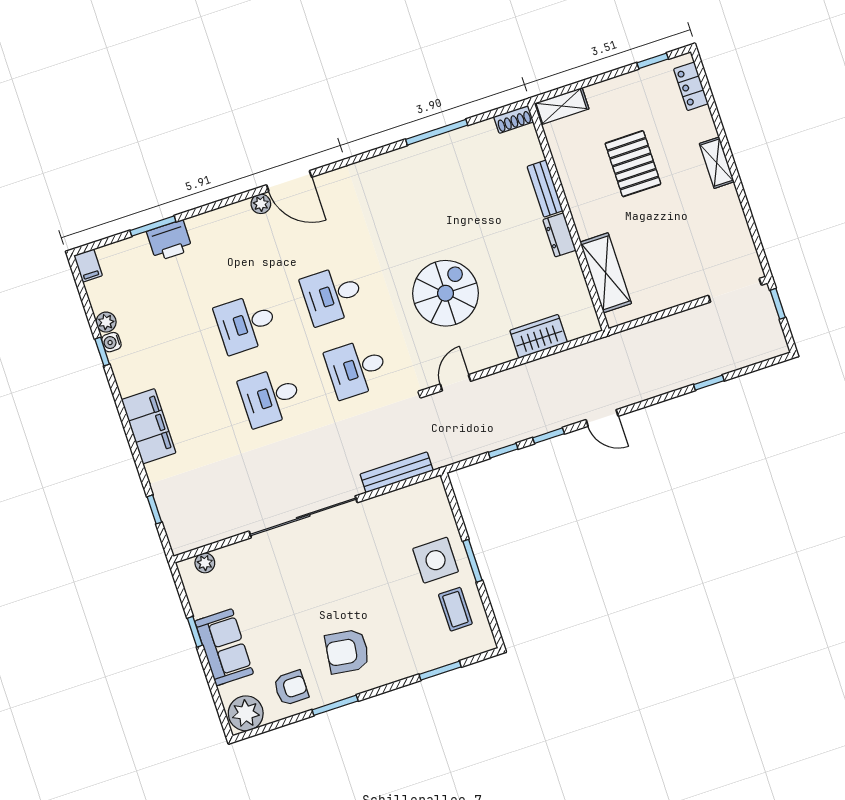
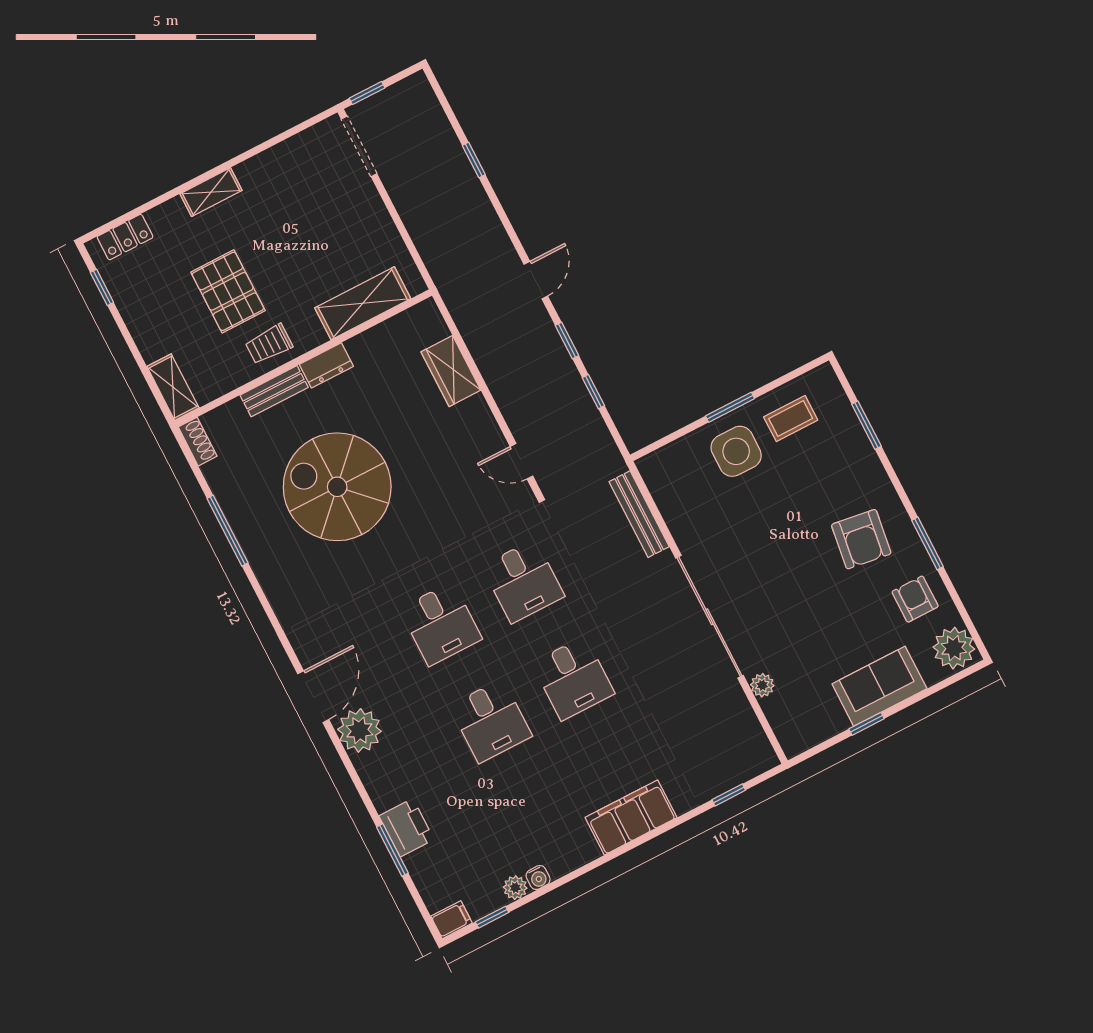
pallet: (633, 164) -> (228, 291), turned 90
trolley: (584, 191) -> (269, 344), added
plant: (261, 204) -> (359, 730), width x1.88, depth x1.88
spiral stairs: (446, 293) -> (337, 487), moved, width x1.37, depth x1.37
window: (102, 352) -> (492, 917), moved
plant: (205, 563) -> (762, 685), moved

